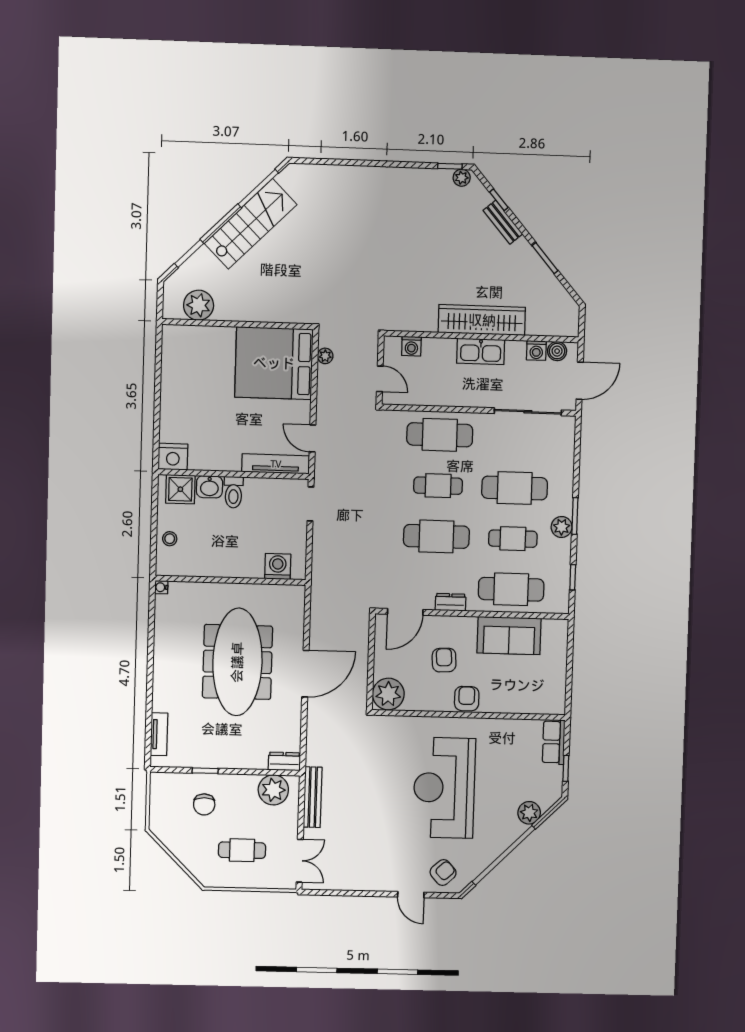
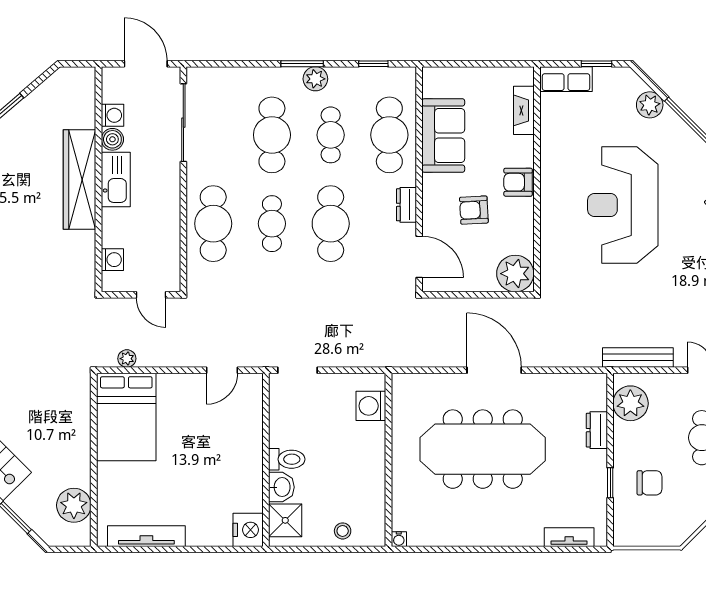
boiler: (557, 351) -> (112, 139), moved
bed: (274, 363) -> (126, 417), width x0.73
door: (380, 379) -> (151, 295), swing flipped
tv unit: (276, 464) -> (146, 536), moved, turned 90
fireplace: (528, 705) -> (524, 110), added
dresser: (284, 761) -> (597, 430), moved
reception desk: (444, 788) -> (623, 205), turned 90

